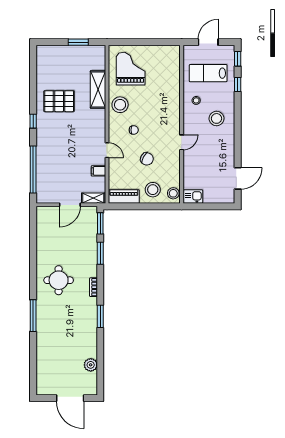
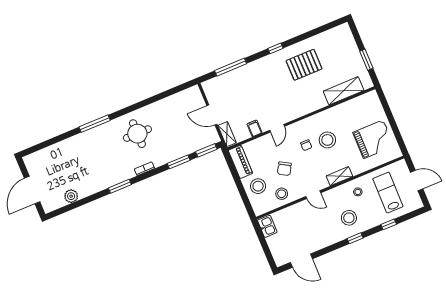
window: (238, 59) -> (355, 238), moved
grand piano: (131, 69) -> (373, 139), moved
shelving: (98, 89) -> (344, 91), moved
pallet: (59, 101) -> (304, 65), turned 90
stool: (120, 105) -> (327, 140), moved
shelving: (175, 111) -> (339, 176), added
window: (33, 169) -> (231, 67), width x0.68
stool: (173, 193) -> (282, 194), moved

